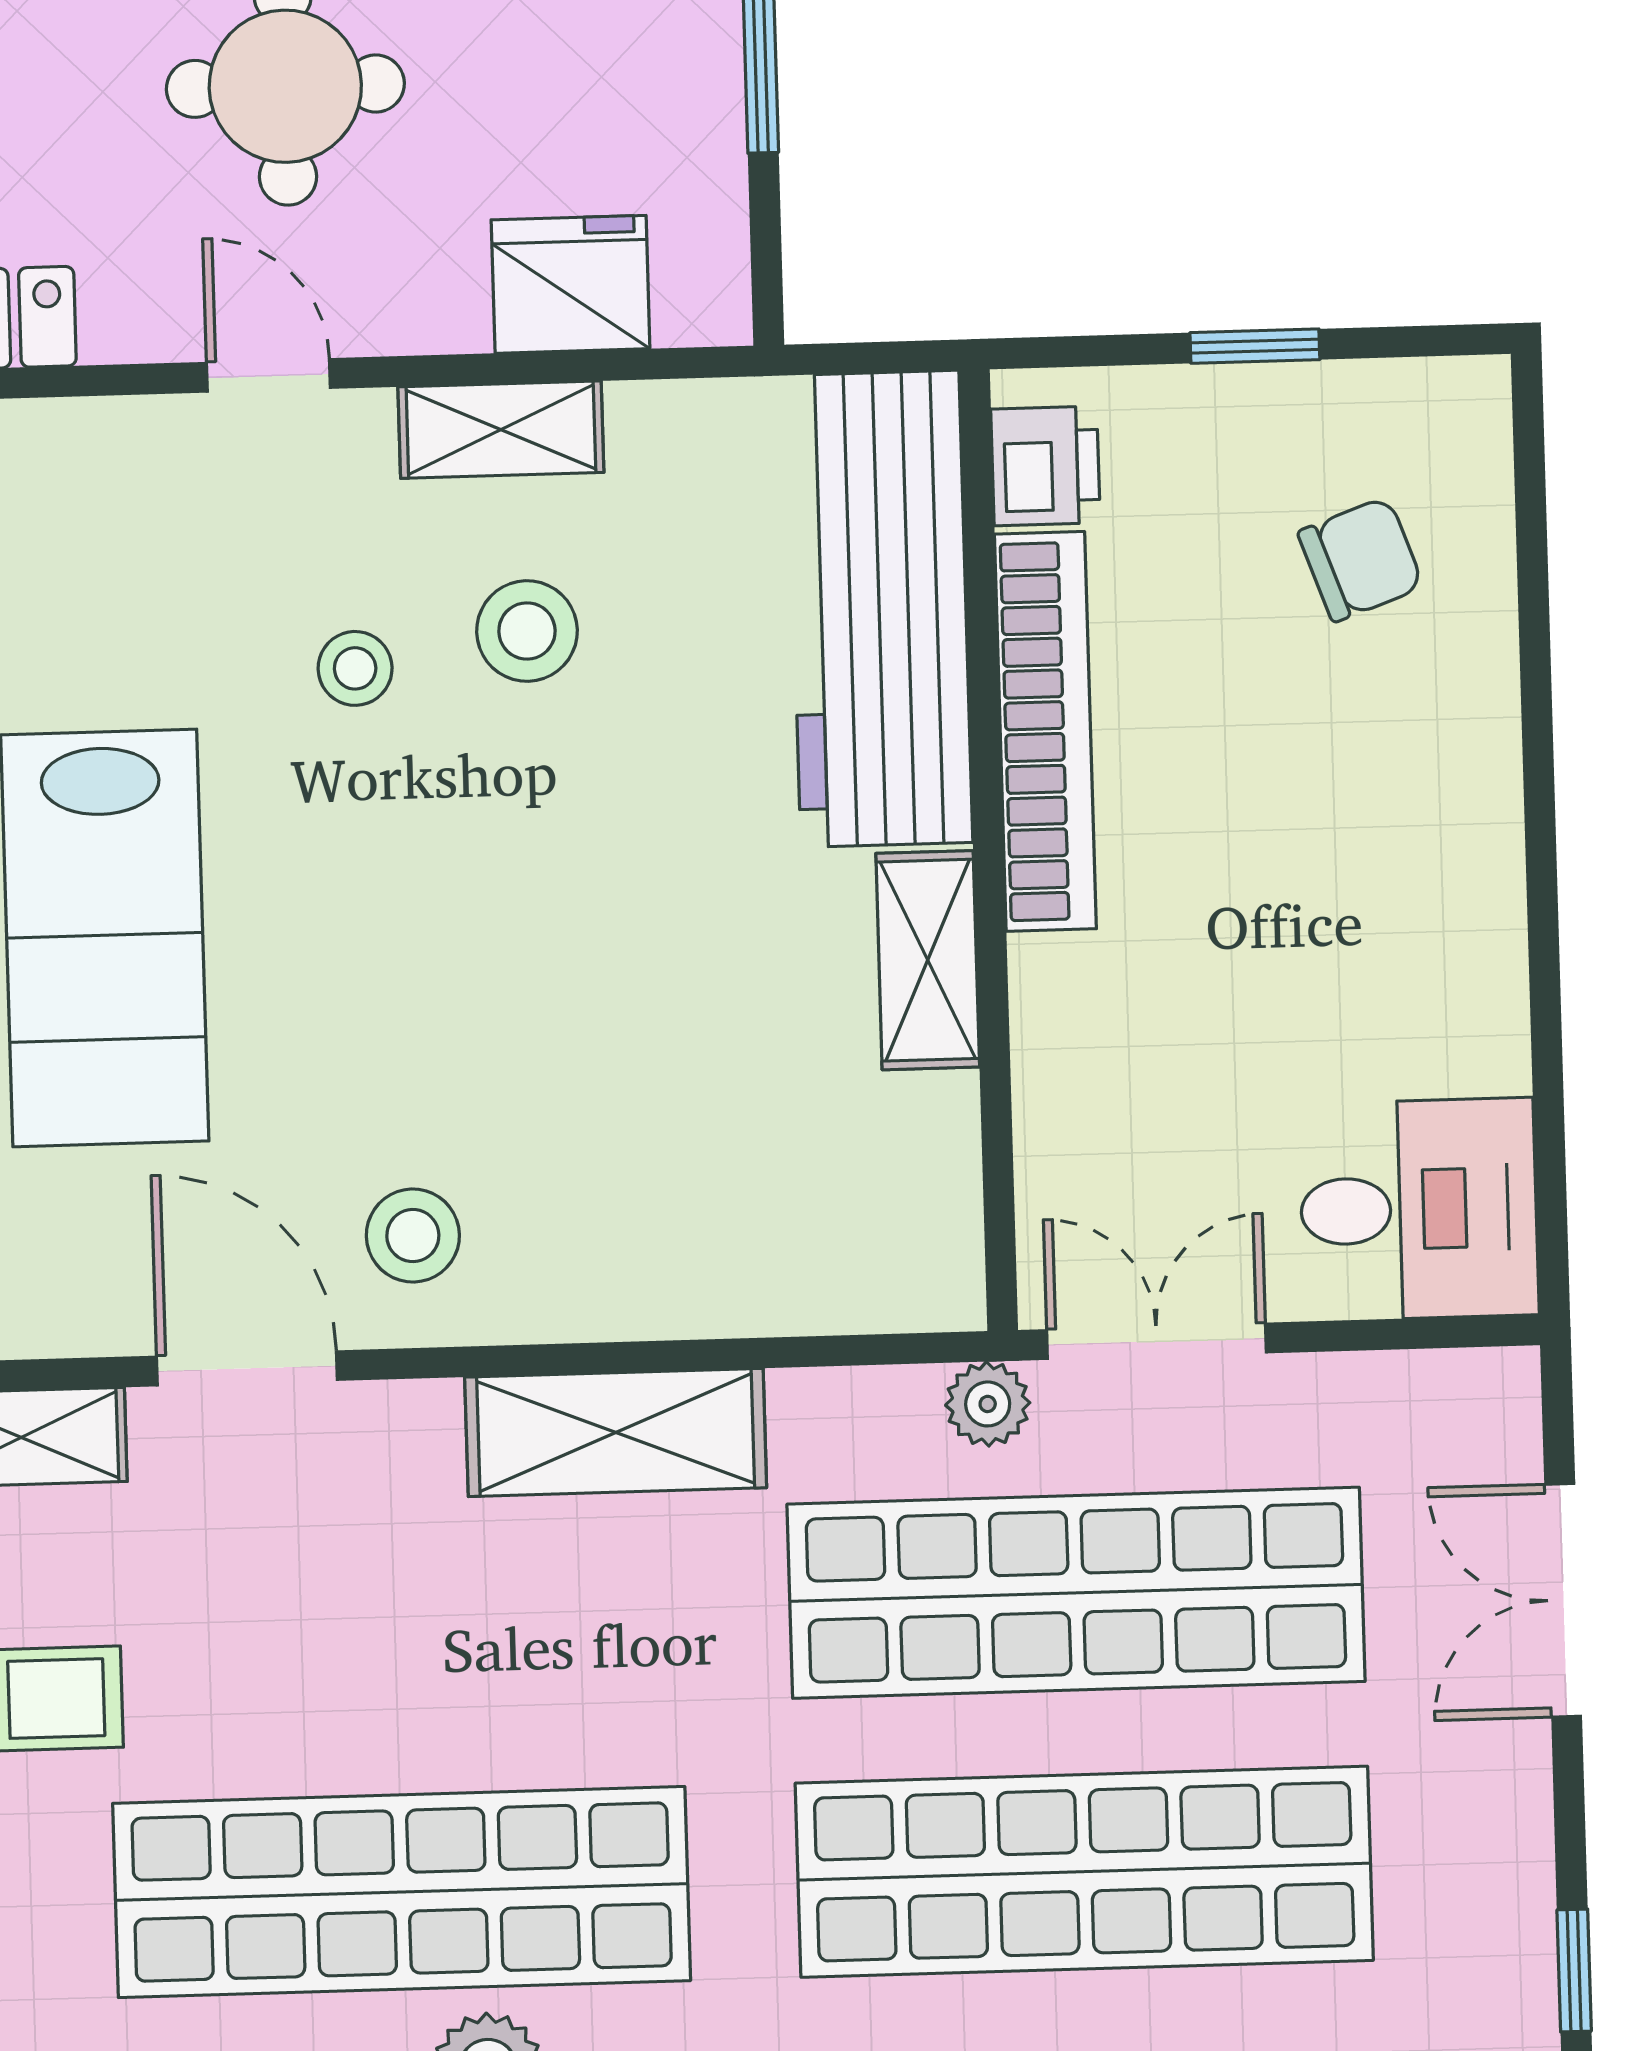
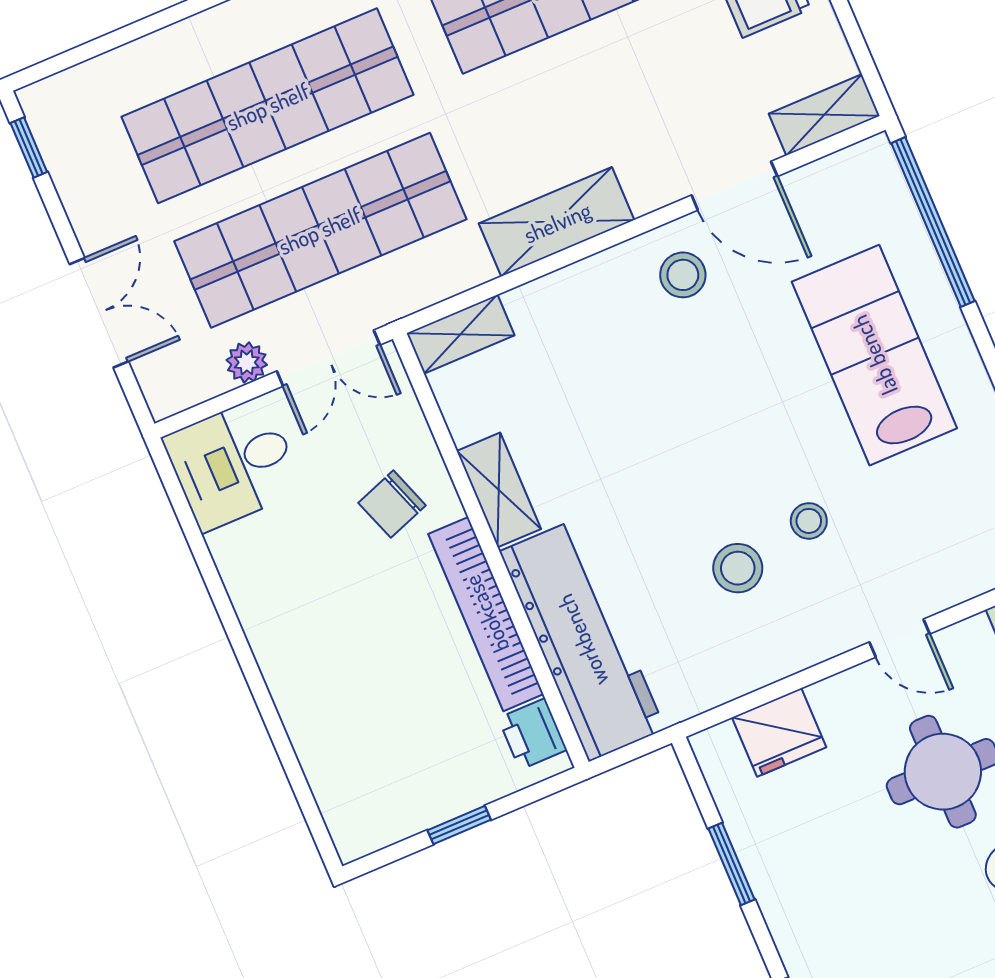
shelving: (501, 430) -> (461, 334), moved
chair: (1361, 559) -> (392, 504), moved
plant: (988, 1404) -> (247, 362), moved

